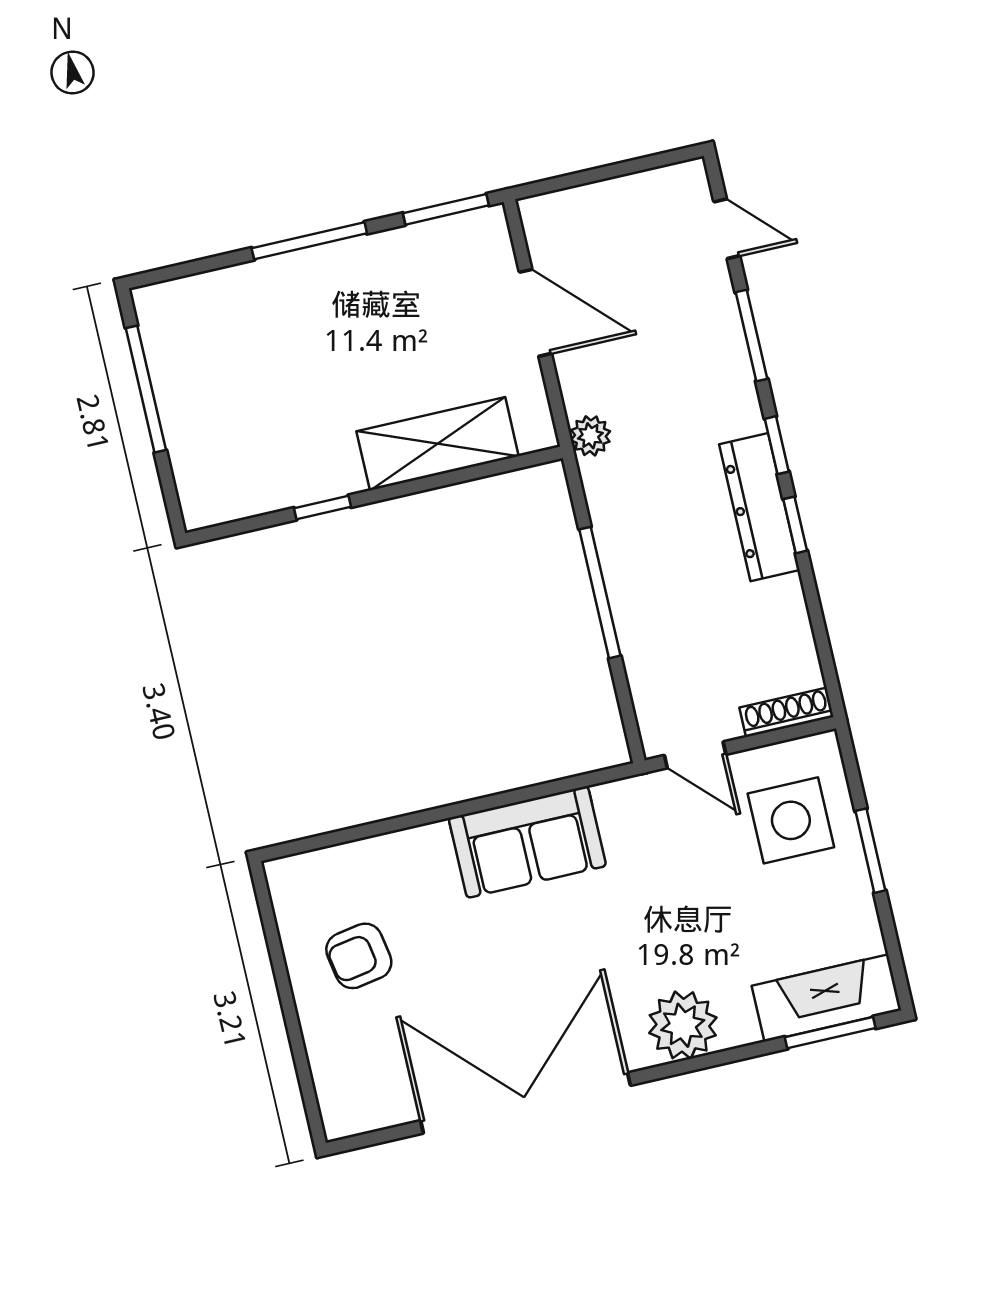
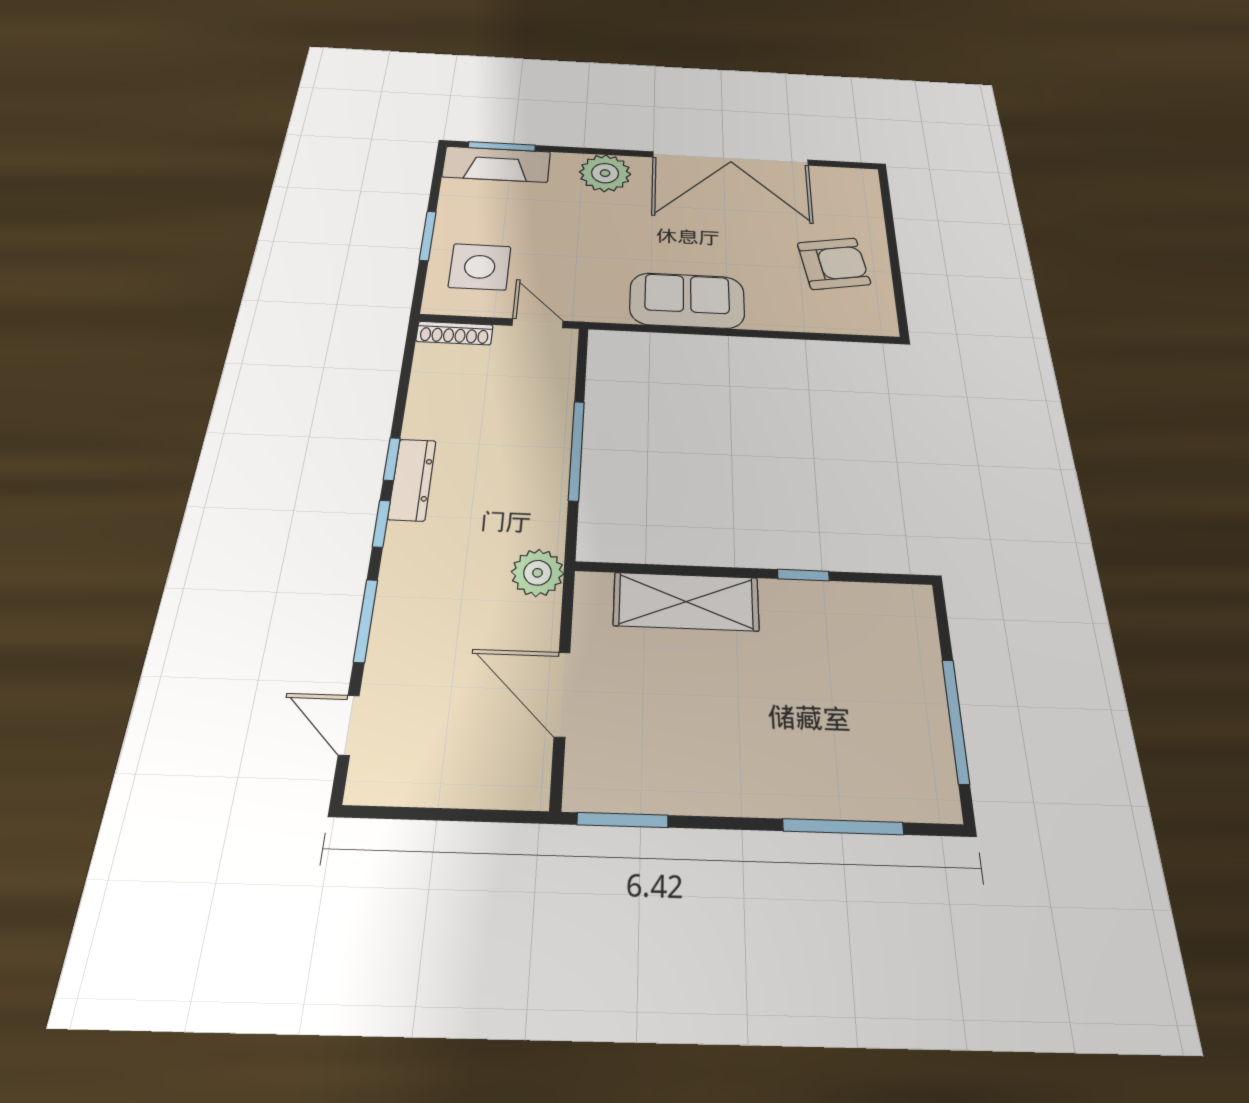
window: (309, 241) -> (843, 827), moved
plant: (590, 436) -> (538, 573), width x1.38, depth x1.38
dresser: (759, 507) -> (412, 480), width x0.73, depth x0.80
armchair: (359, 956) -> (834, 264), width x1.38, depth x1.38

